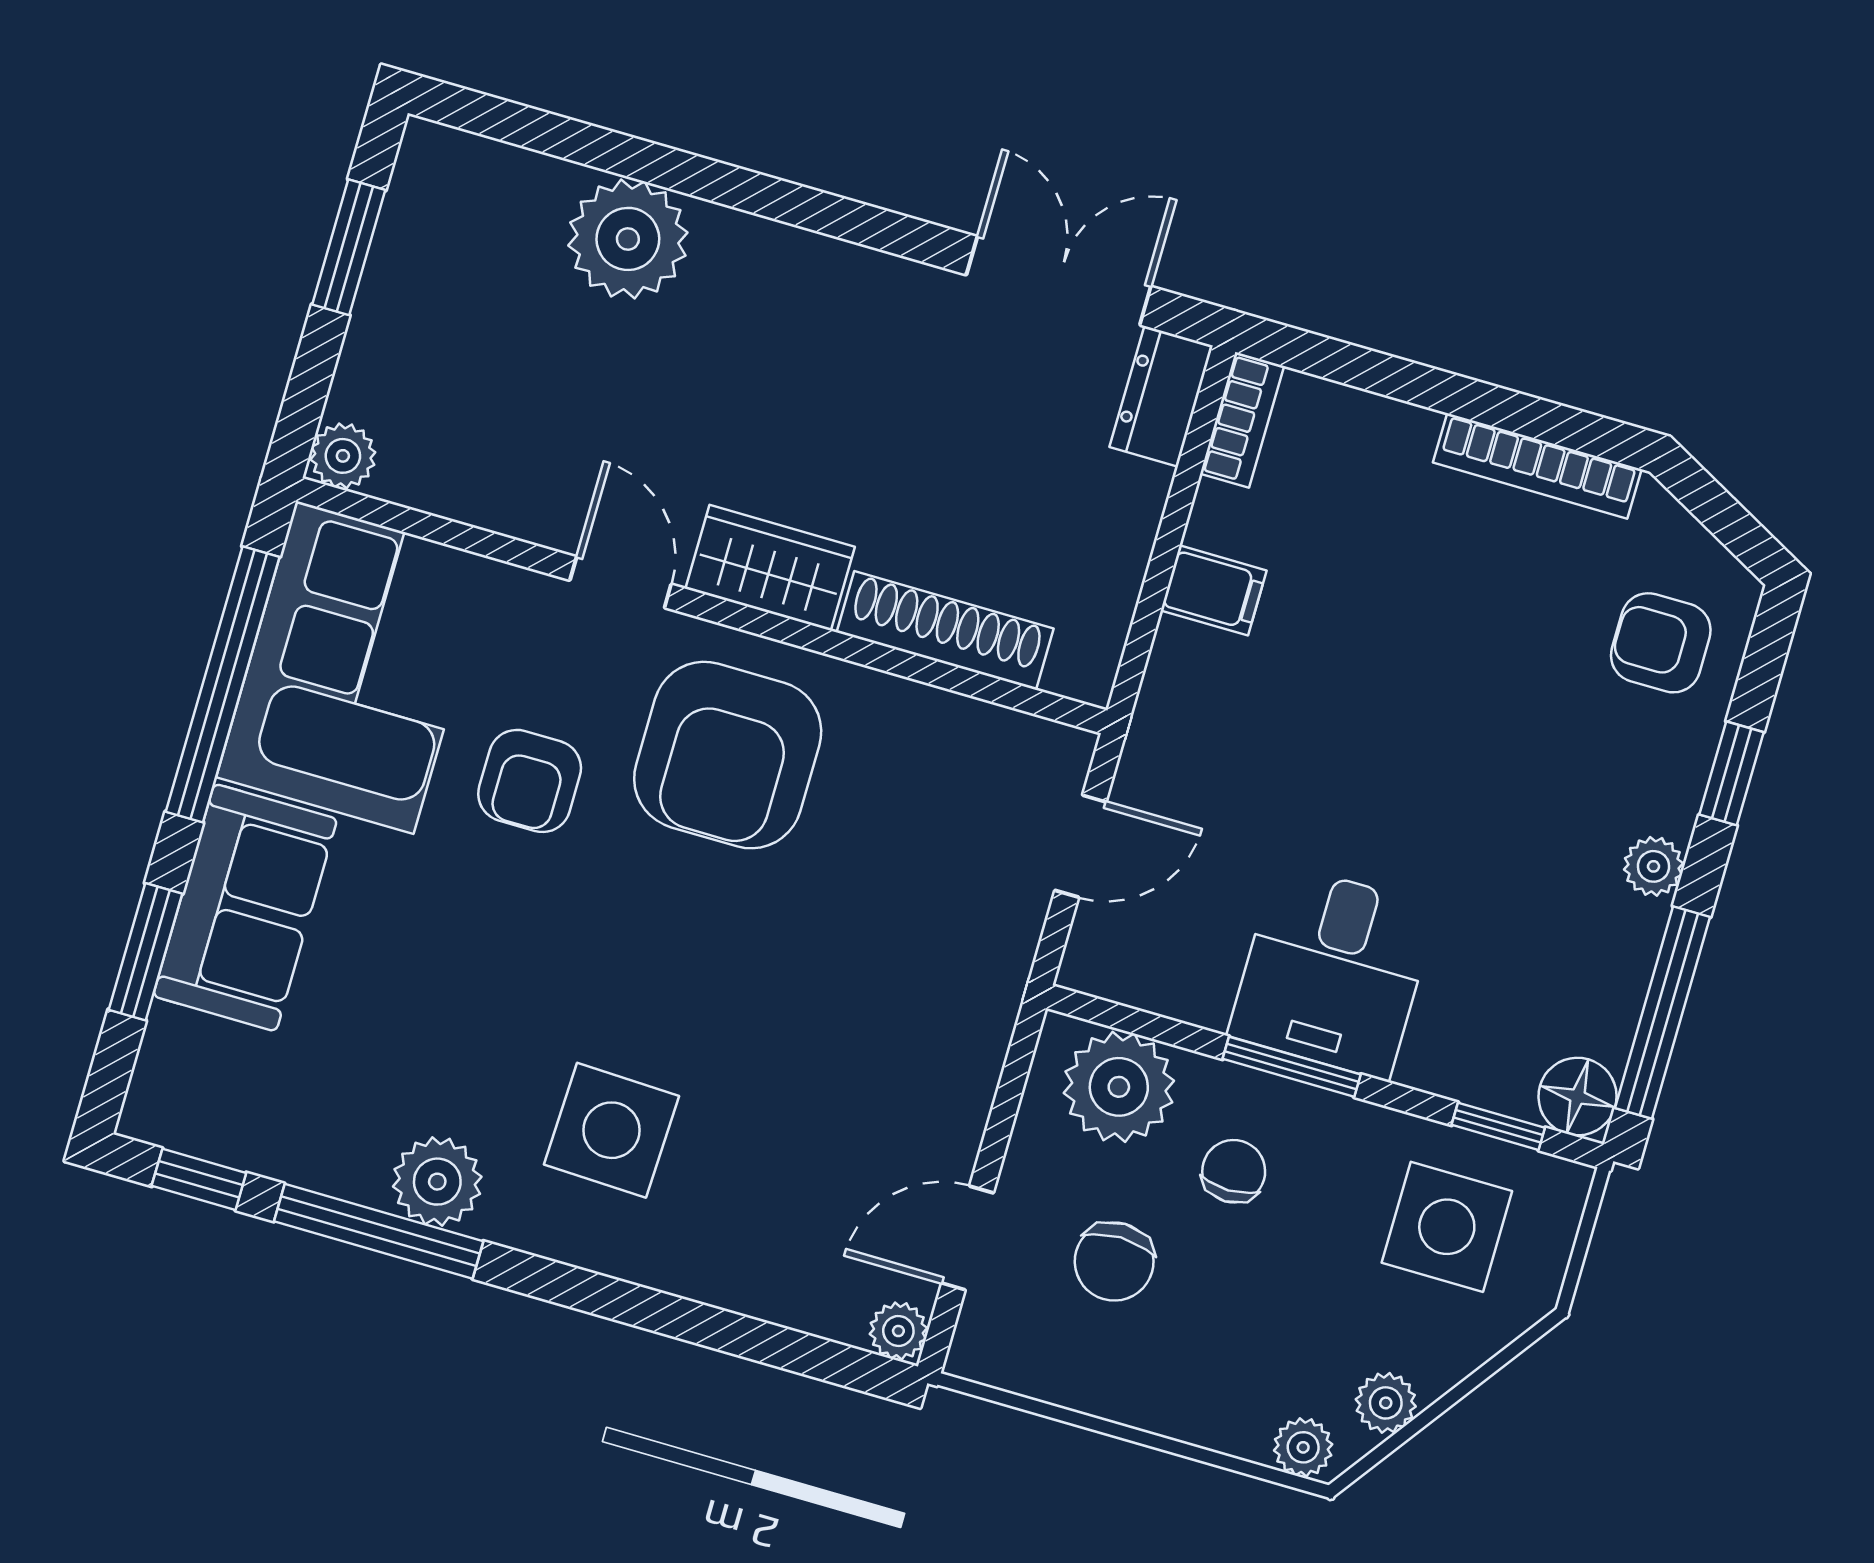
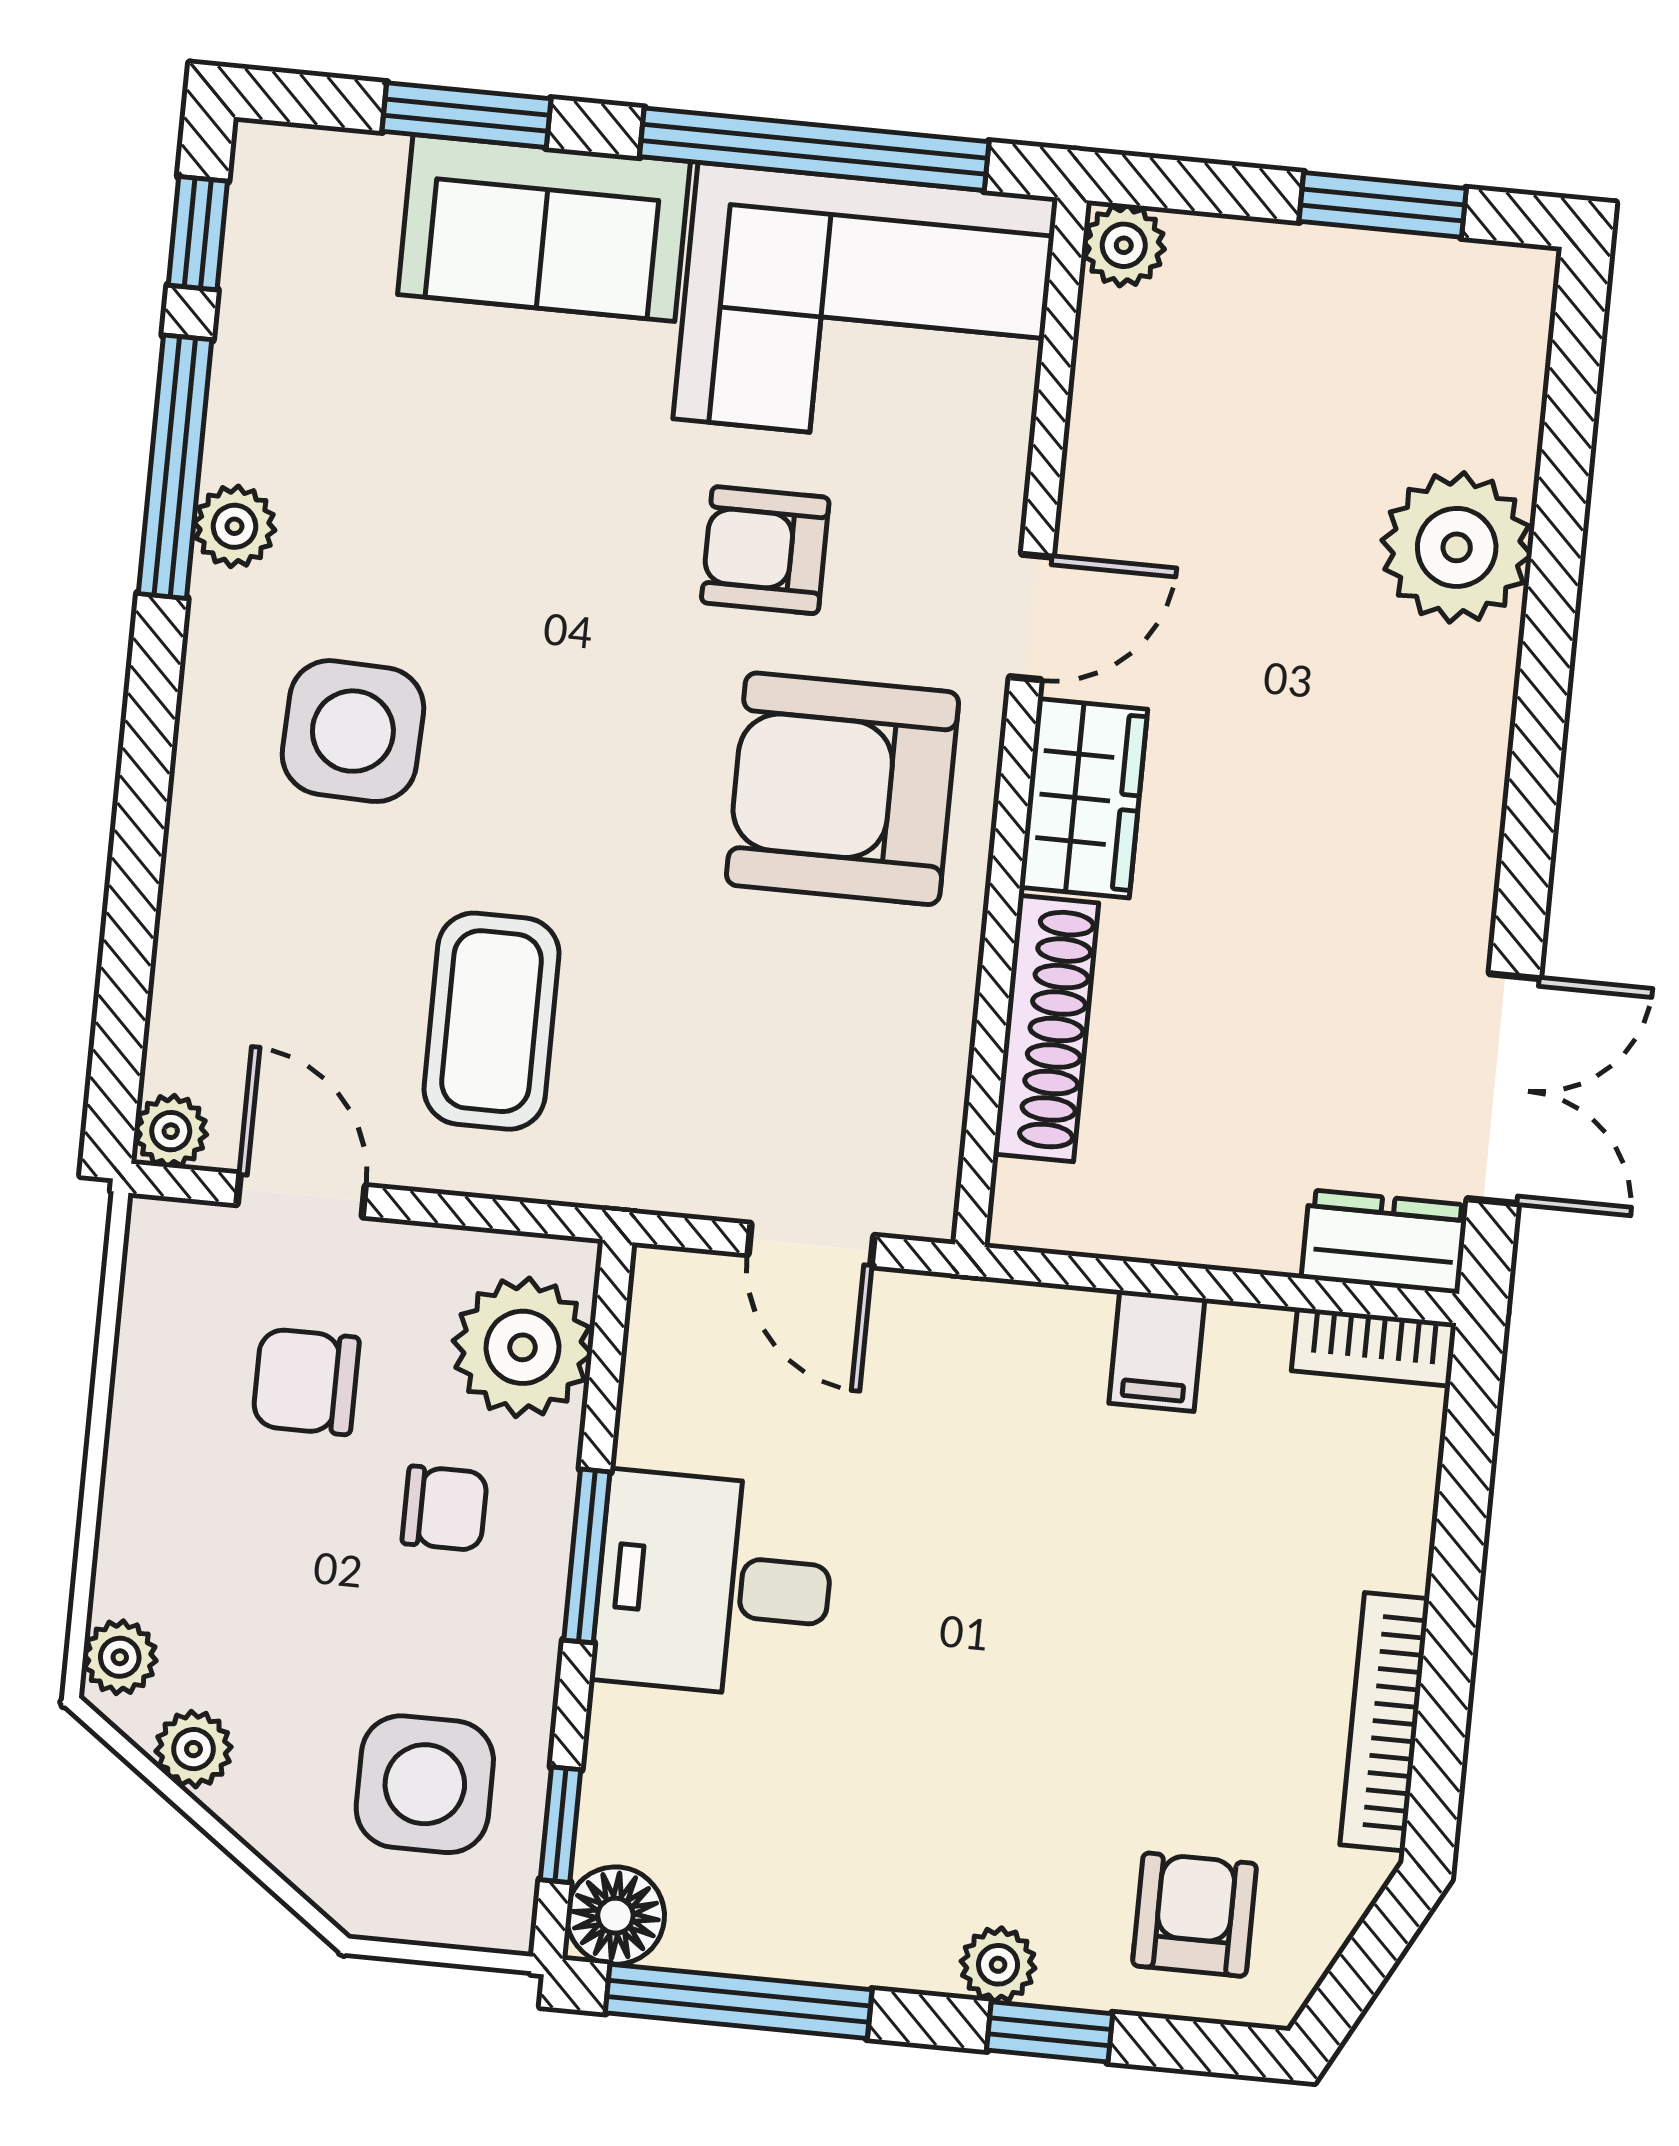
plant: (1654, 866) -> (998, 1965), moved
coffee table: (859, 1064) -> (491, 1021), added
plant: (437, 1182) -> (235, 526), width x0.73, depth x0.73

